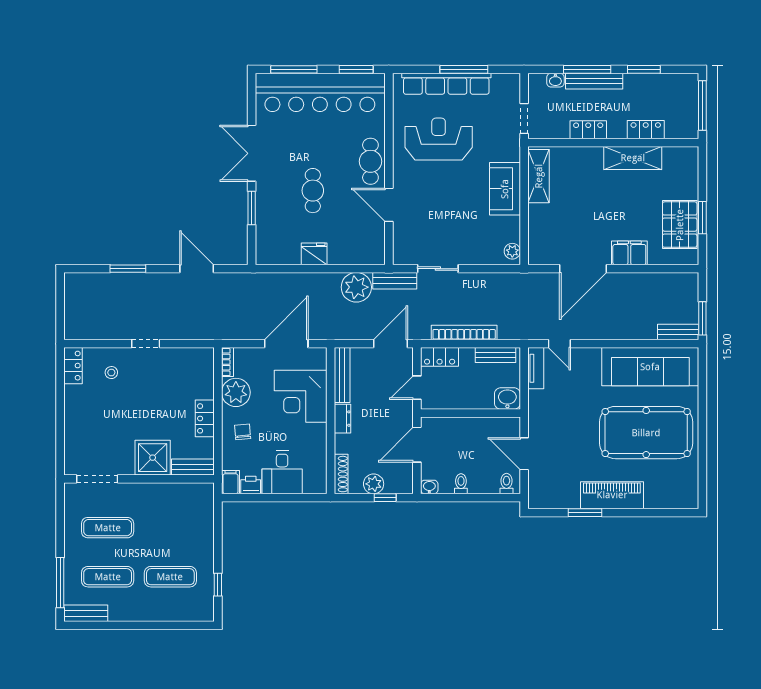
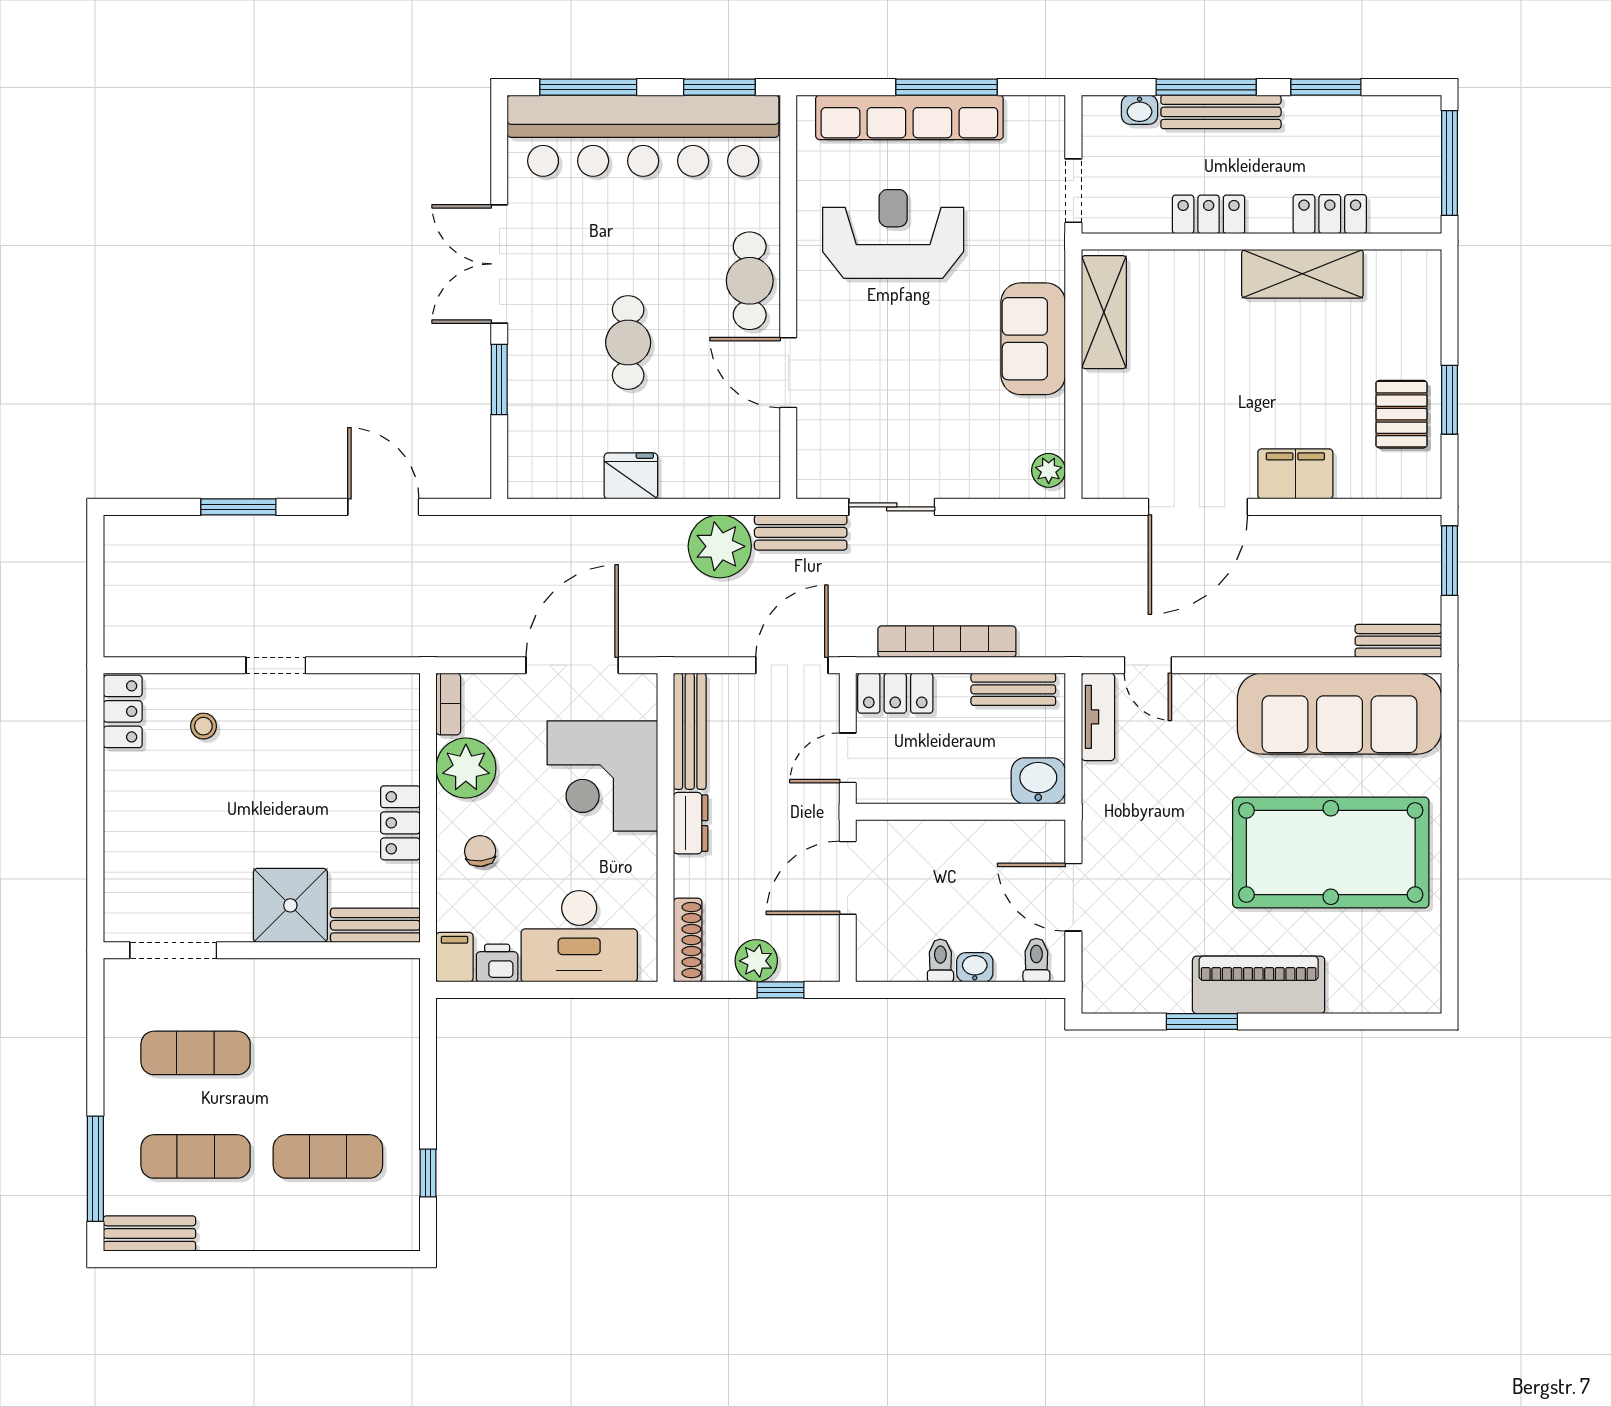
pallet: (680, 225) -> (1401, 414), width x0.67, depth x0.71
window: (702, 318) -> (1449, 561), moved
desk: (282, 472) -> (579, 936), width x1.37
washbasin: (429, 487) -> (975, 967), moved

